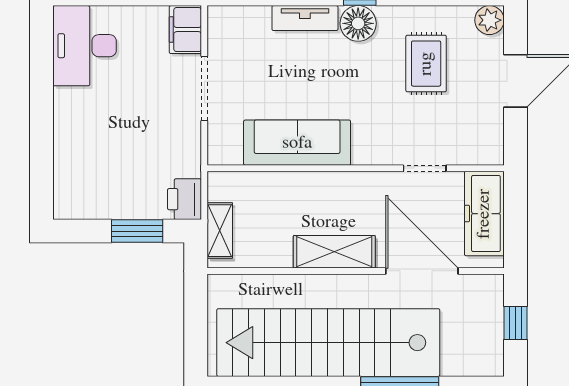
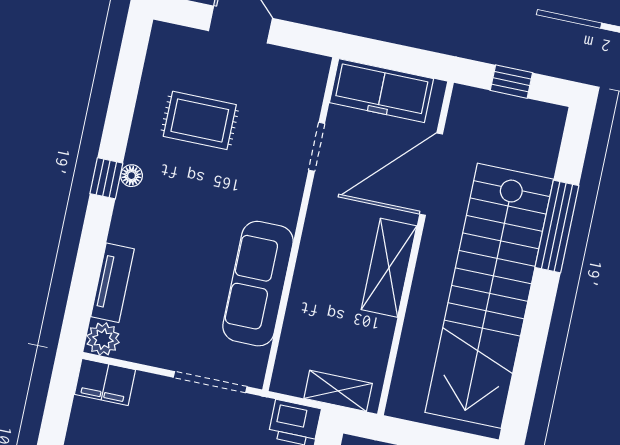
tv unit: (305, 18) -> (112, 283), moved
plant: (489, 20) -> (103, 339), moved
floor lamp: (358, 23) -> (131, 176), width x0.53, depth x0.53
doorway: (204, 88) -> (210, 382), moved

